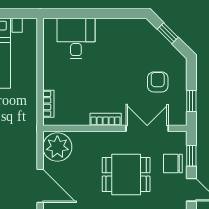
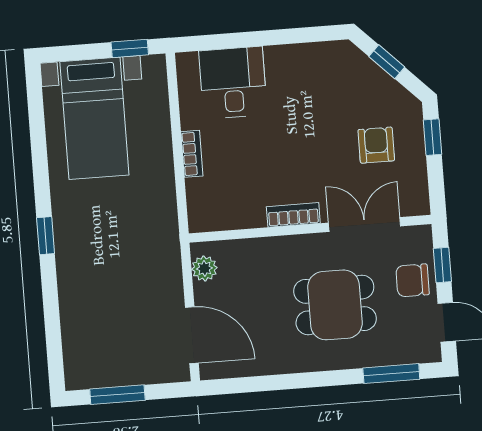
window: (16, 14) -> (130, 48), added
window: (191, 101) -> (433, 137), moved
bookcase: (48, 104) -> (192, 154), moved
plant: (57, 147) -> (204, 268), width x0.53, depth x0.53

